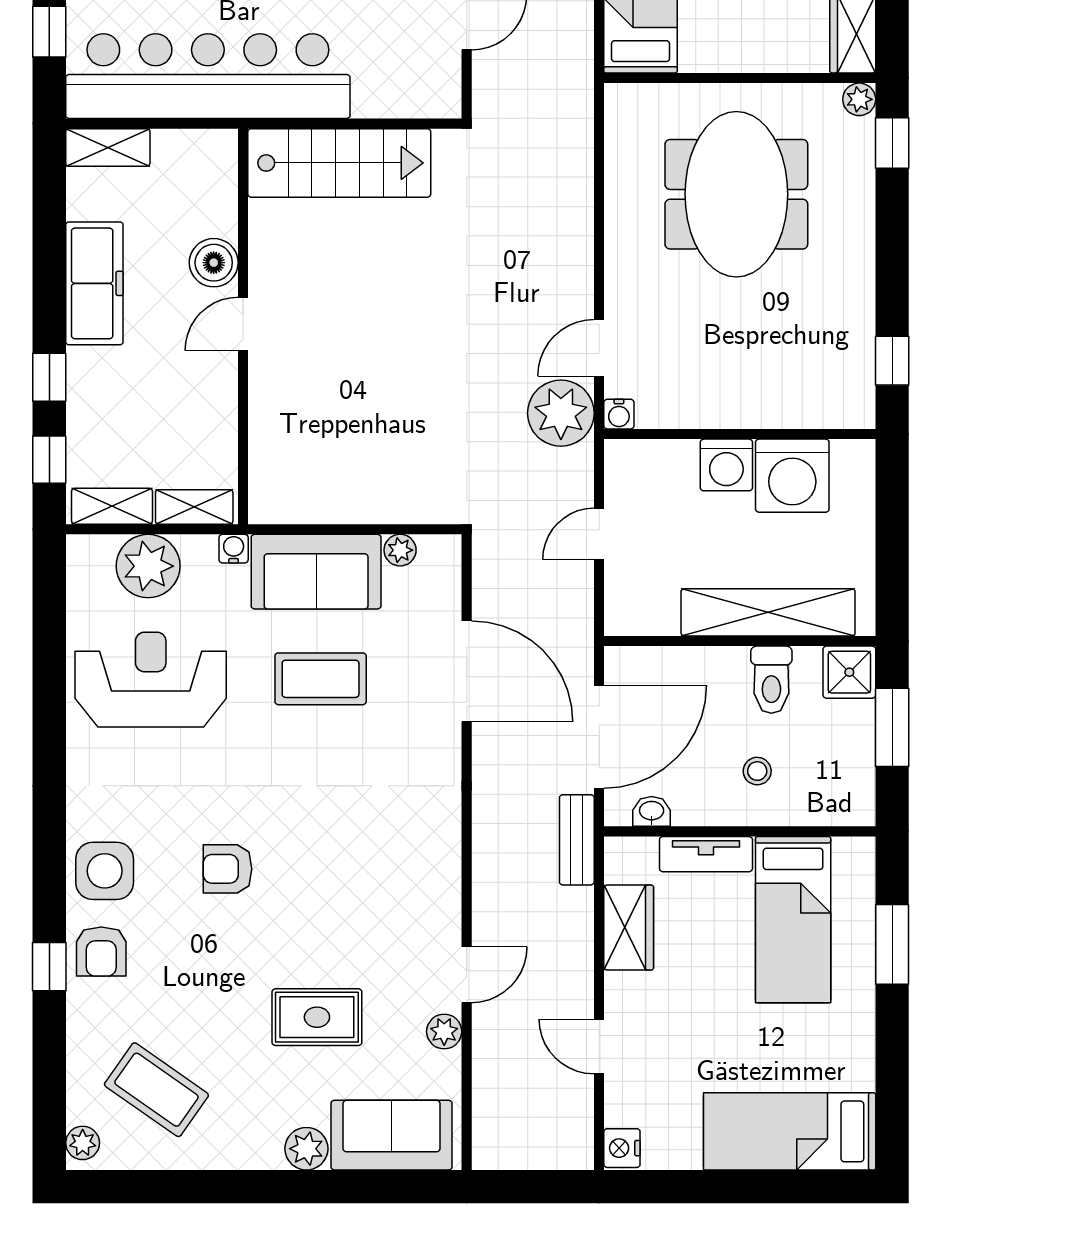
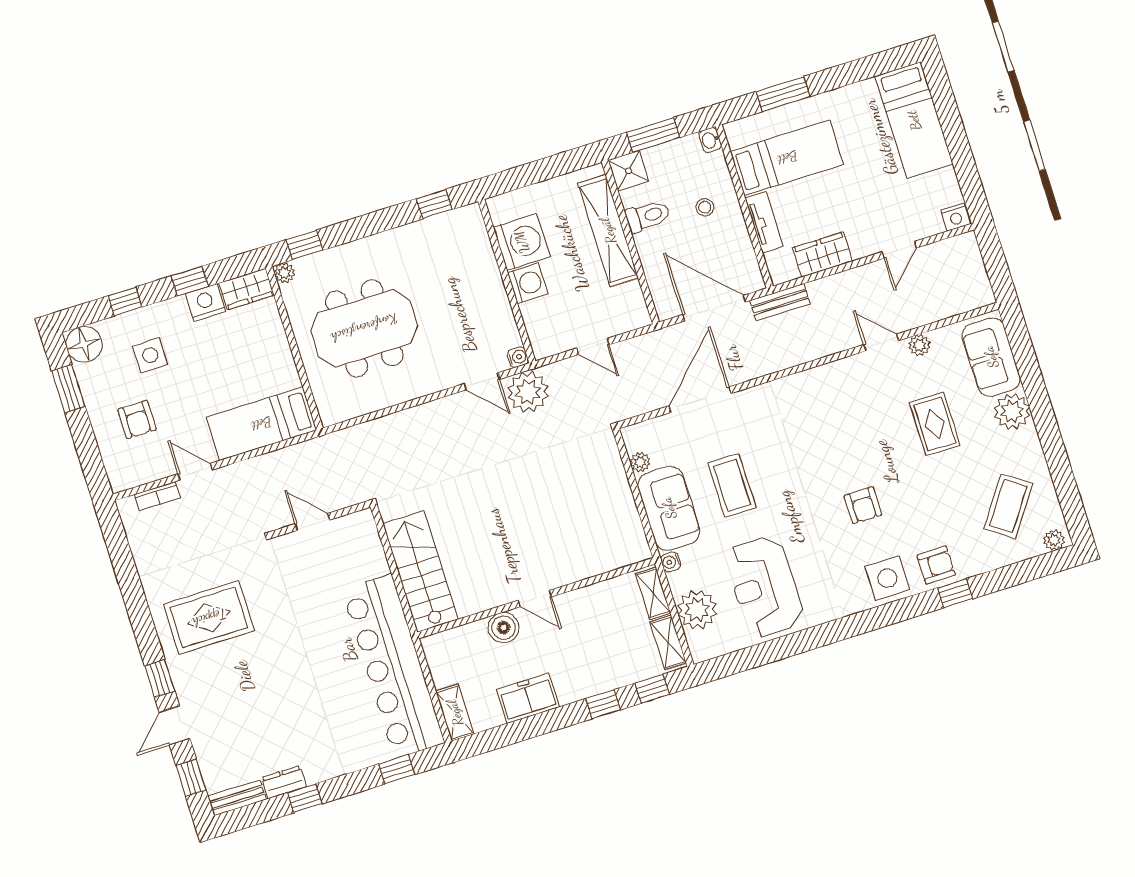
freezer: (94, 283) -> (528, 698), width x0.71
washbasin: (652, 811) -> (710, 140), moved
plant: (306, 1149) -> (1012, 412), width x1.36, depth x1.36

